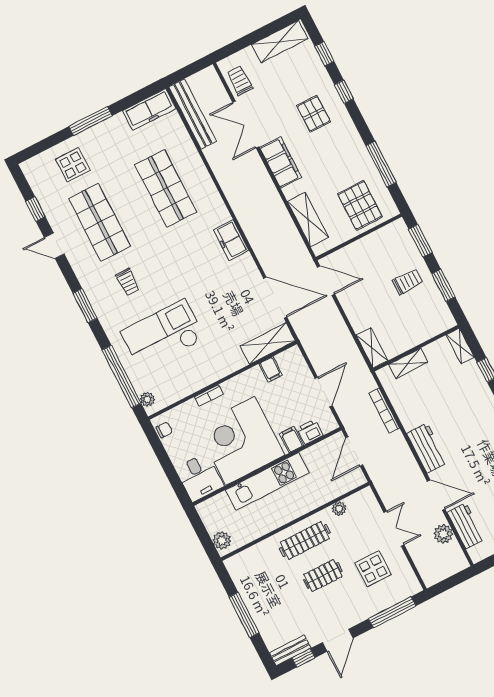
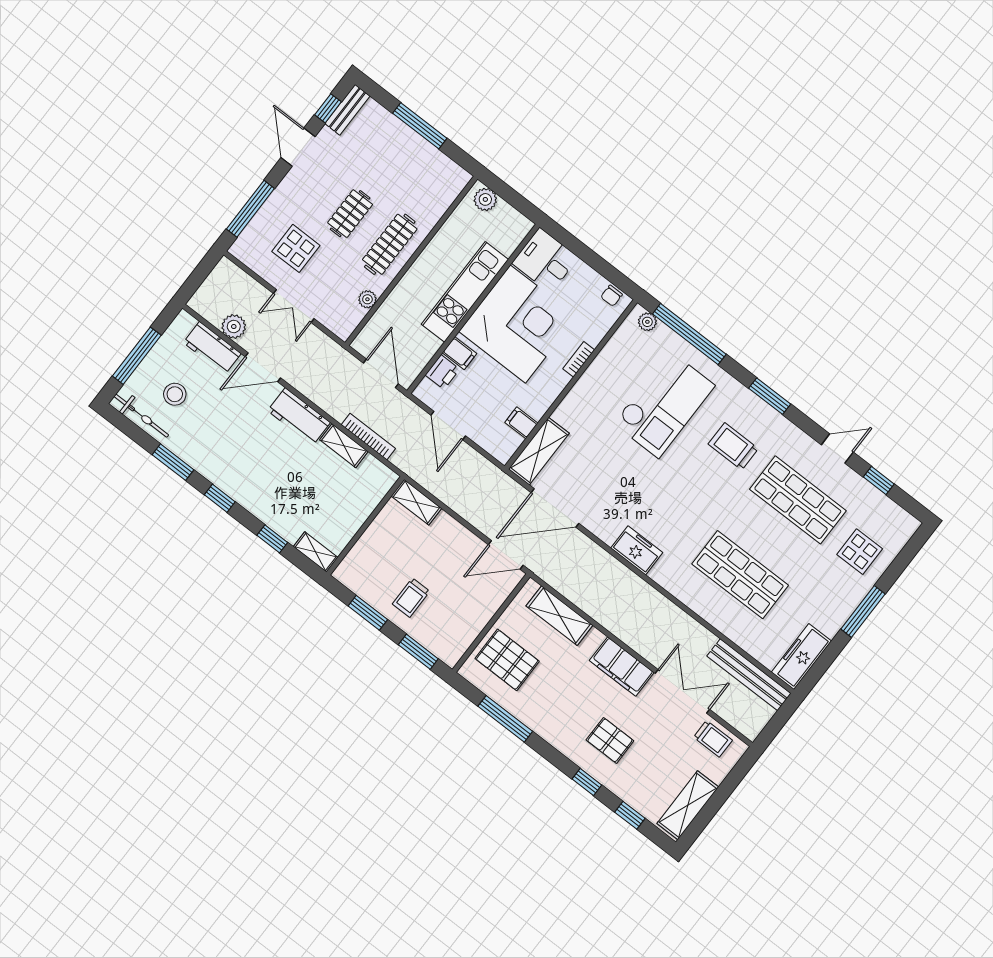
trolley: (128, 282) -> (733, 446), width x1.36, depth x1.39
shelving: (408, 363) -> (344, 446), moved, turned 90

